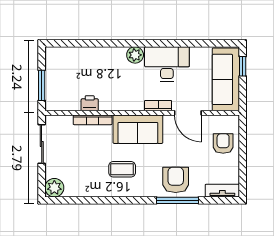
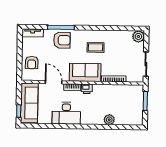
plant: (135, 55) -> (109, 120), moved
printer: (90, 103) -> (87, 89), moved
armchair: (176, 180) -> (62, 40), turned -90

